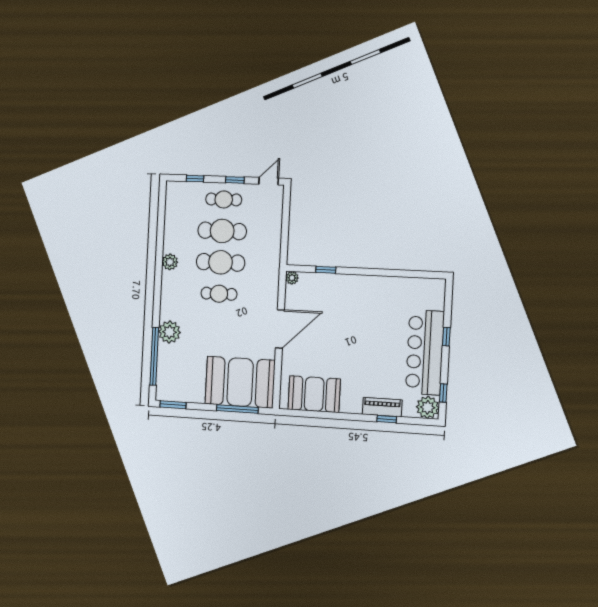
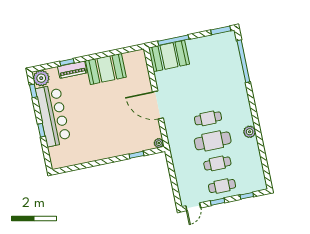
cafe table: (222, 231) -> (217, 163), width x0.73, depth x0.74
door: (280, 329) -> (158, 105), hinge flipped
plant: (169, 332) -> (237, 82), removed
booth: (240, 382) -> (169, 56), width x0.73, depth x0.70
booth: (314, 394) -> (106, 69), moved

